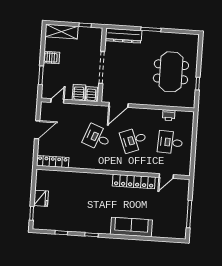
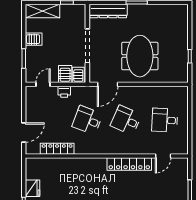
meeting table: (171, 72) -> (140, 56), moved
printer: (169, 115) -> (64, 92), moved
door: (37, 130) -> (24, 133), moved
desk: (134, 140) -> (126, 120), turned 45
locker: (53, 162) -> (57, 149), moved

